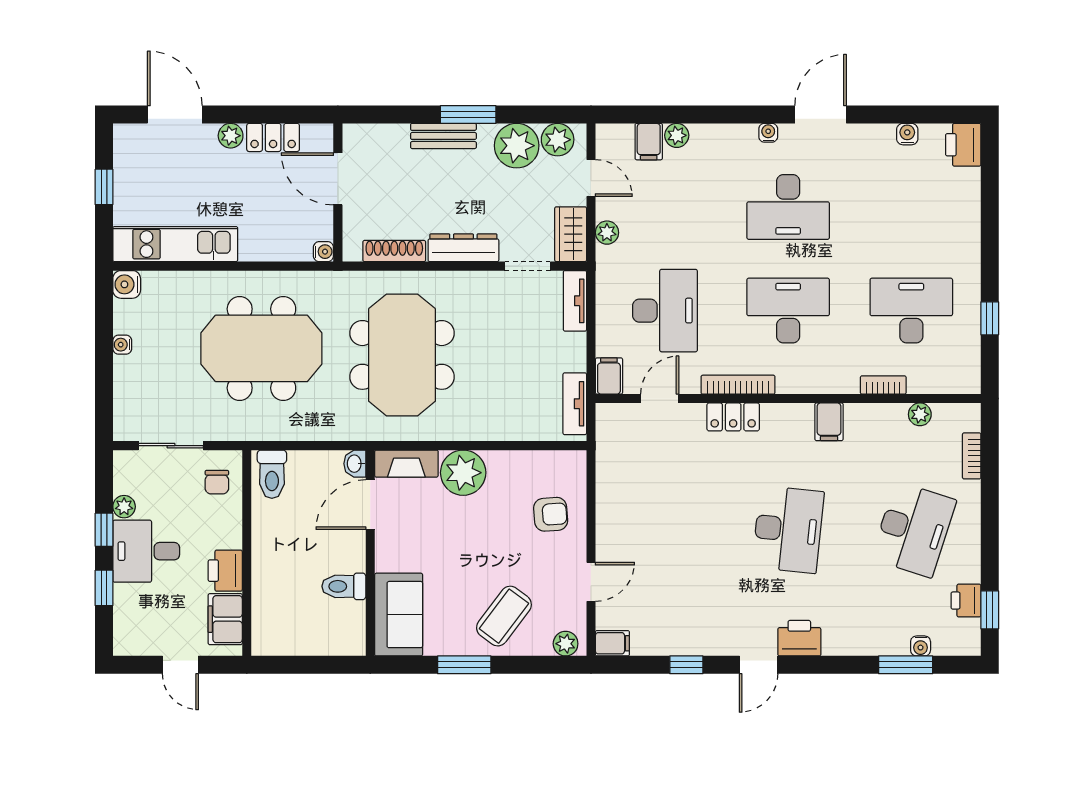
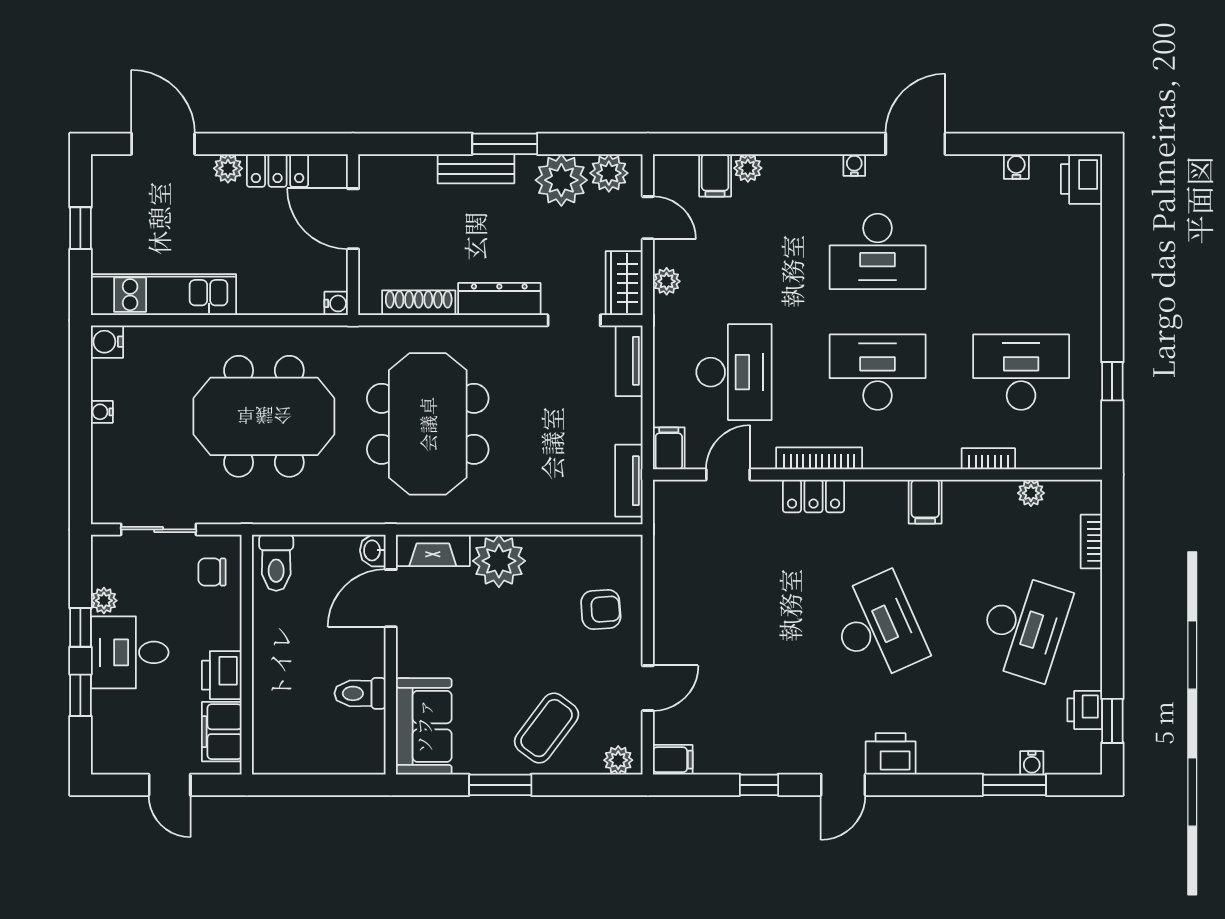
chair: (217, 482) -> (212, 572), turned 90
desk: (788, 529) -> (878, 627), turned -30

